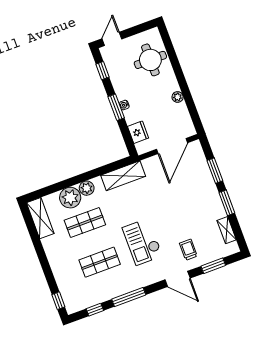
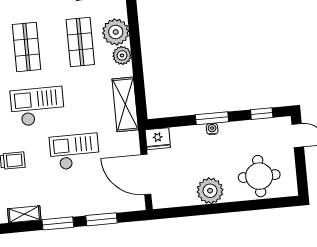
plant: (178, 97) -> (210, 191), width x1.87, depth x1.87
fridge: (138, 132) -> (158, 139), moved
checkout: (169, 205) -> (75, 152), added

